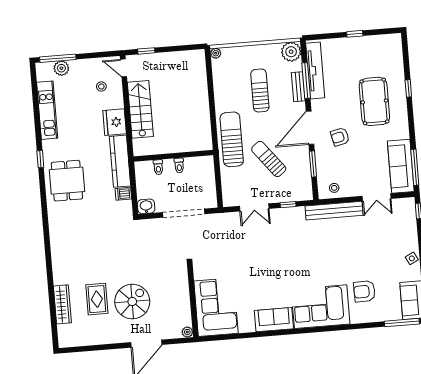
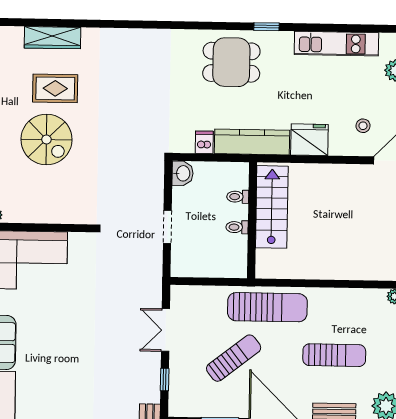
stairs: (140, 109) -> (272, 207), moved, turned -90
doorway: (184, 213) -> (167, 227), width x0.53

